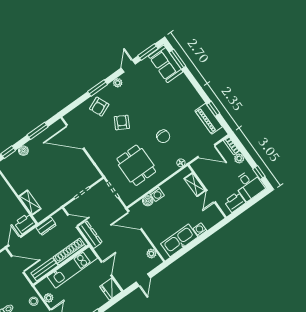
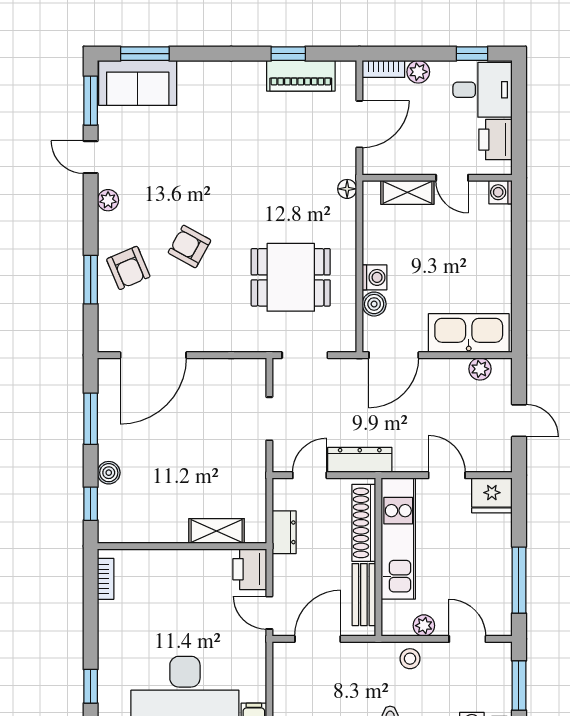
window: (98, 88) -> (91, 280), moved
chair: (163, 136) -> (272, 186), removed
washing machine: (200, 230) -> (500, 192), moved
kitchen sink: (179, 240) -> (469, 333), moved, turned 90

